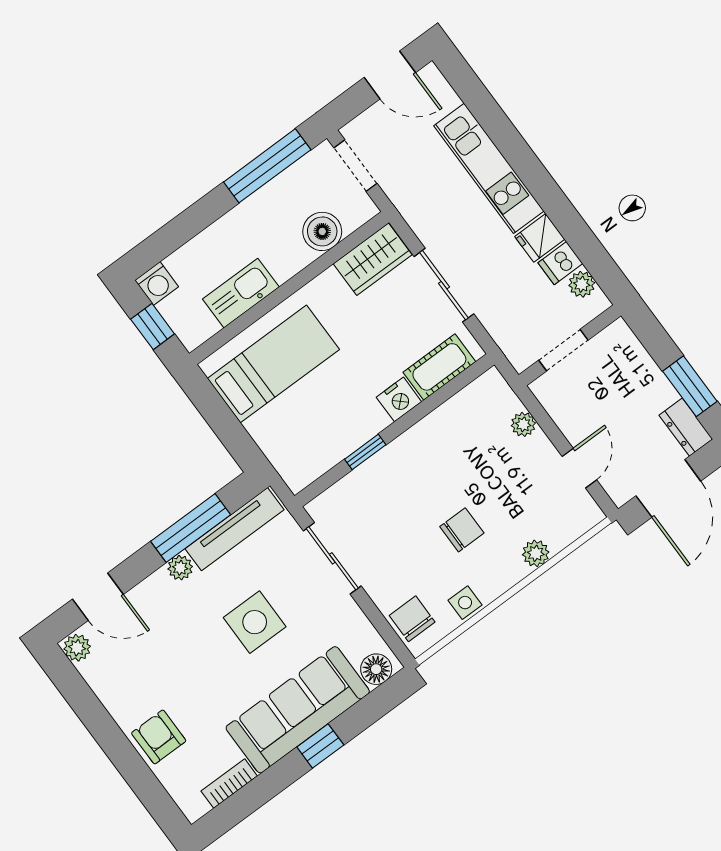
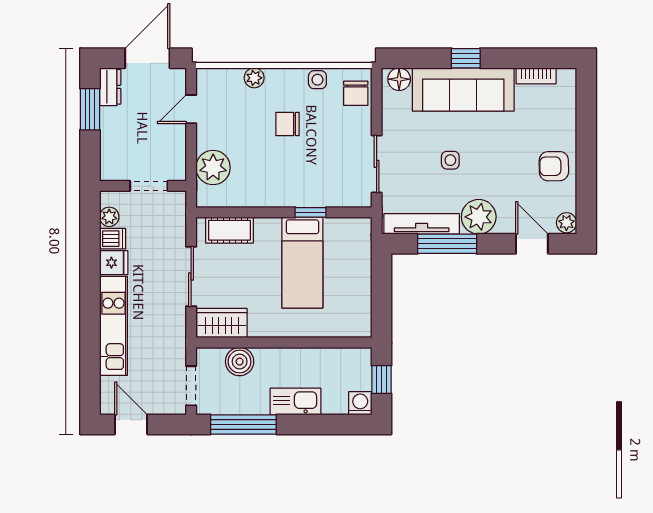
kitchen sink: (241, 293) -> (295, 401), moved, turned 180
bed: (273, 364) -> (302, 263), moved, turned -90
nightstand: (399, 399) -> (268, 229), removed
plant: (523, 424) -> (213, 168), width x1.88, depth x1.88
plant: (180, 568) -> (479, 217), width x1.87, depth x1.87
side table: (255, 622) -> (450, 160), width x0.54, depth x0.54
armchair: (159, 737) -> (554, 166), moved, turned 89

